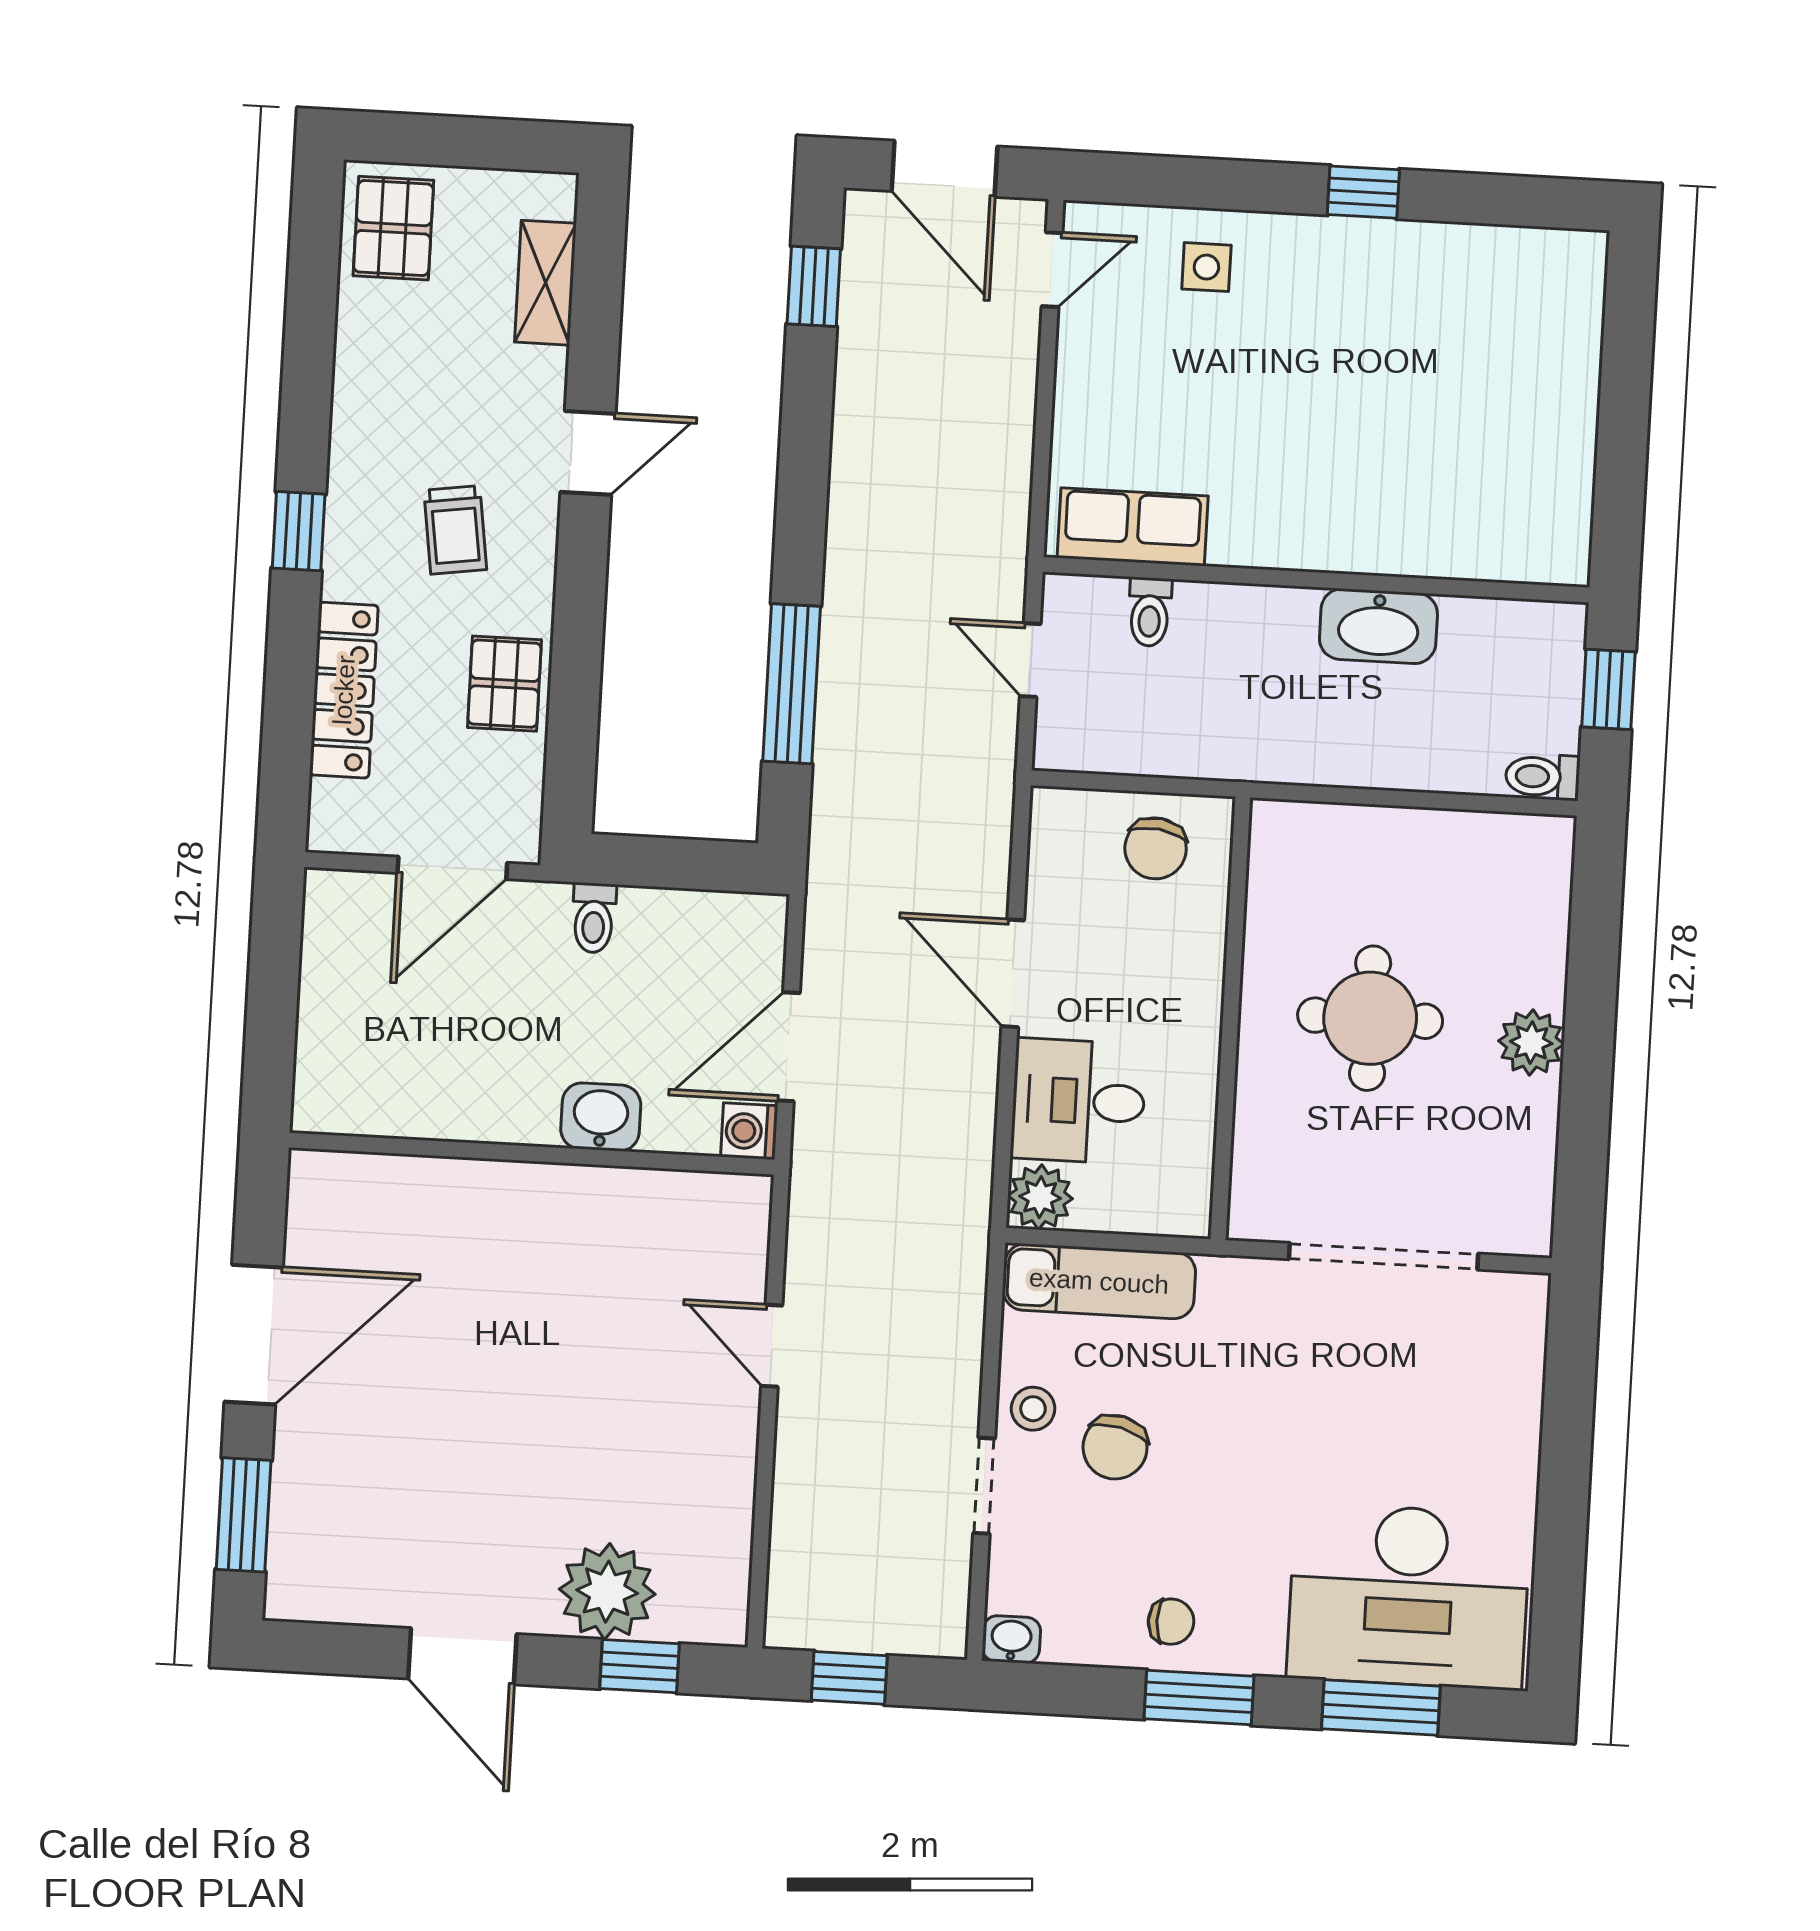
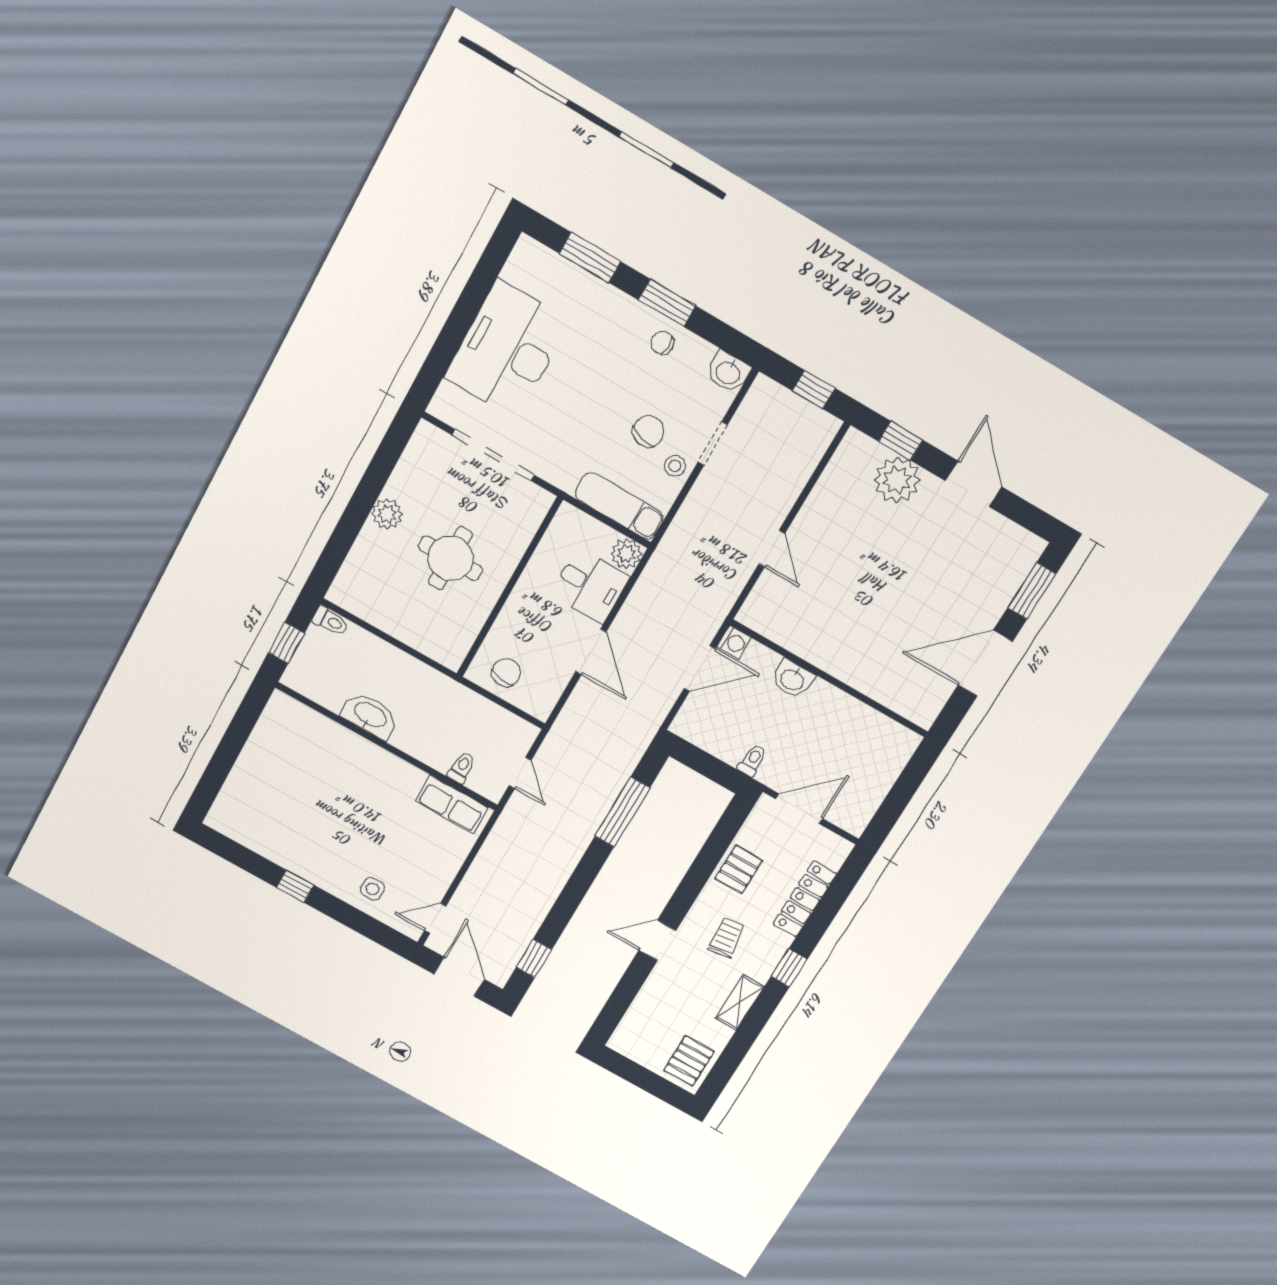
shelving: (545, 283) -> (740, 1002), moved
desk: (1409, 1596) -> (507, 349), moved, turned -90
washbasin: (1011, 1639) -> (728, 372), width x1.38, depth x1.45

